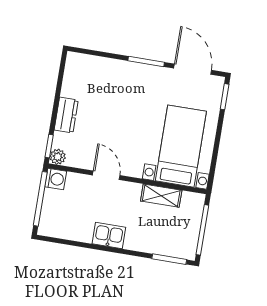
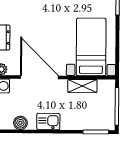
door: (106, 175) -> (39, 77), width x1.88
boiler: (72, 231) -> (20, 123), added

